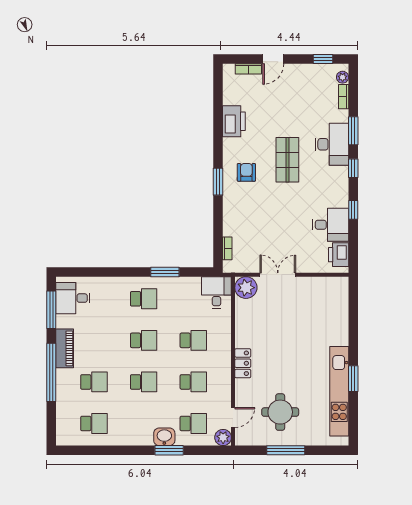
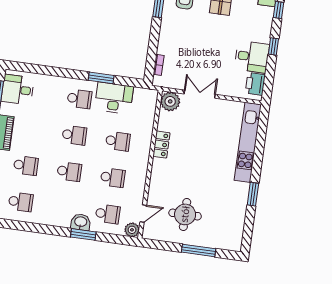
desk: (216, 293) -> (114, 98), moved, width x1.37
locker: (243, 363) -> (161, 145), moved
kitchen unit: (339, 391) -> (248, 142), moved
window: (286, 450) -> (199, 250), moved

